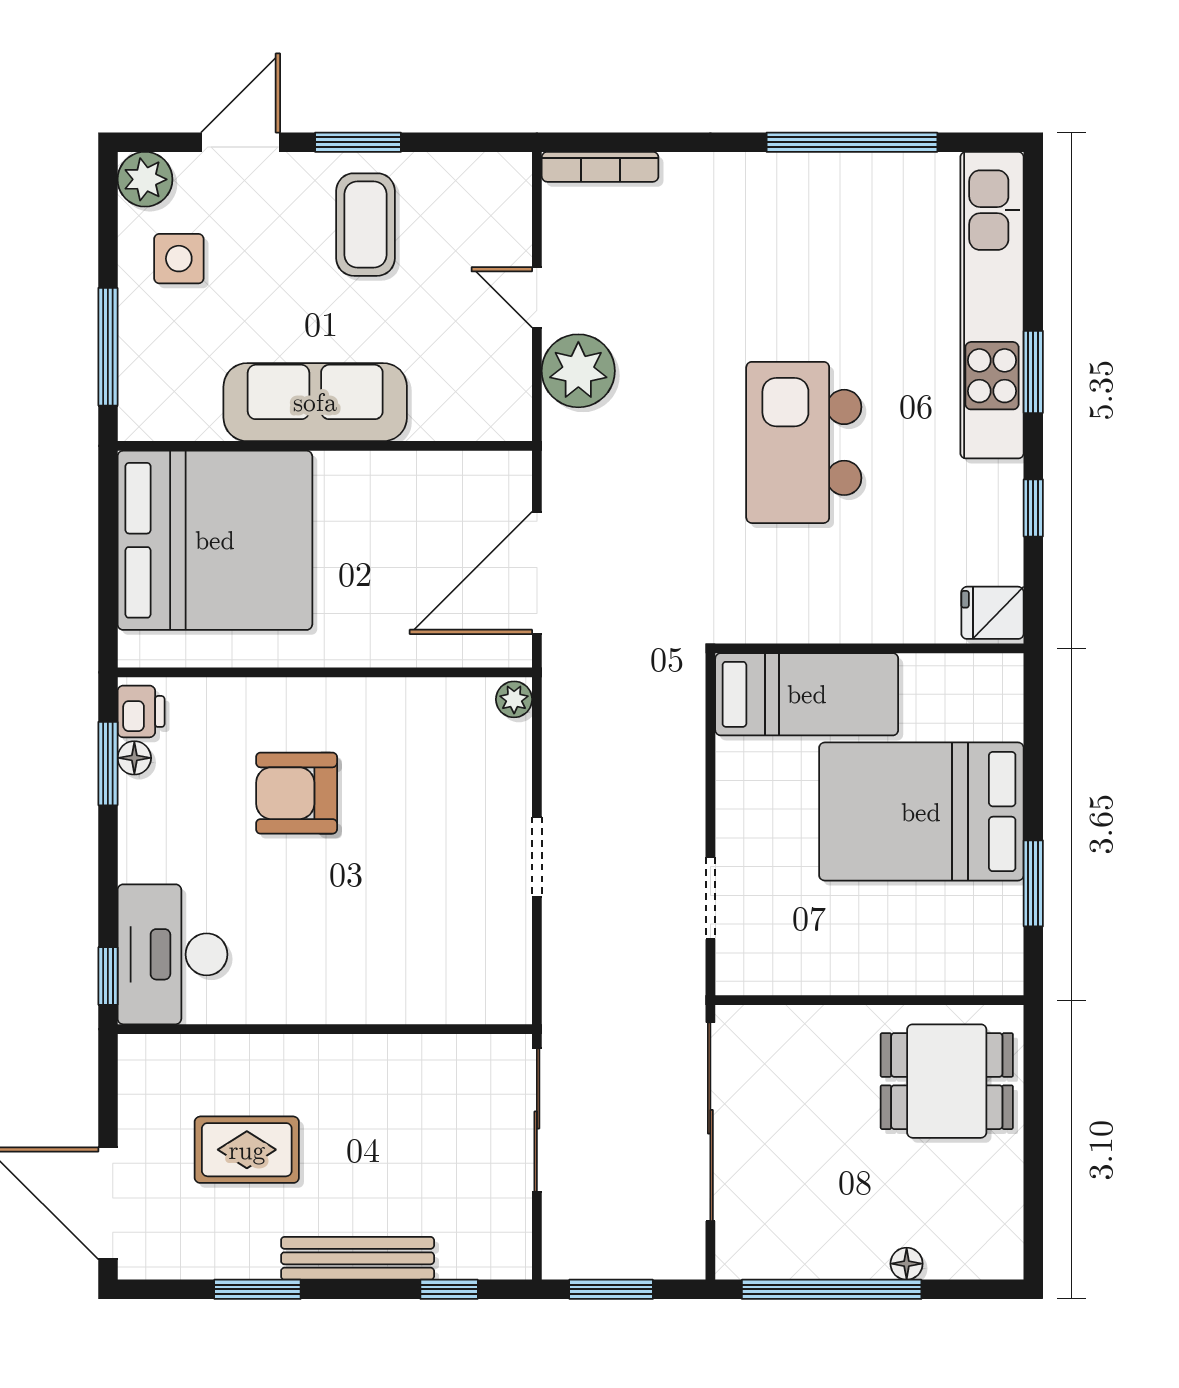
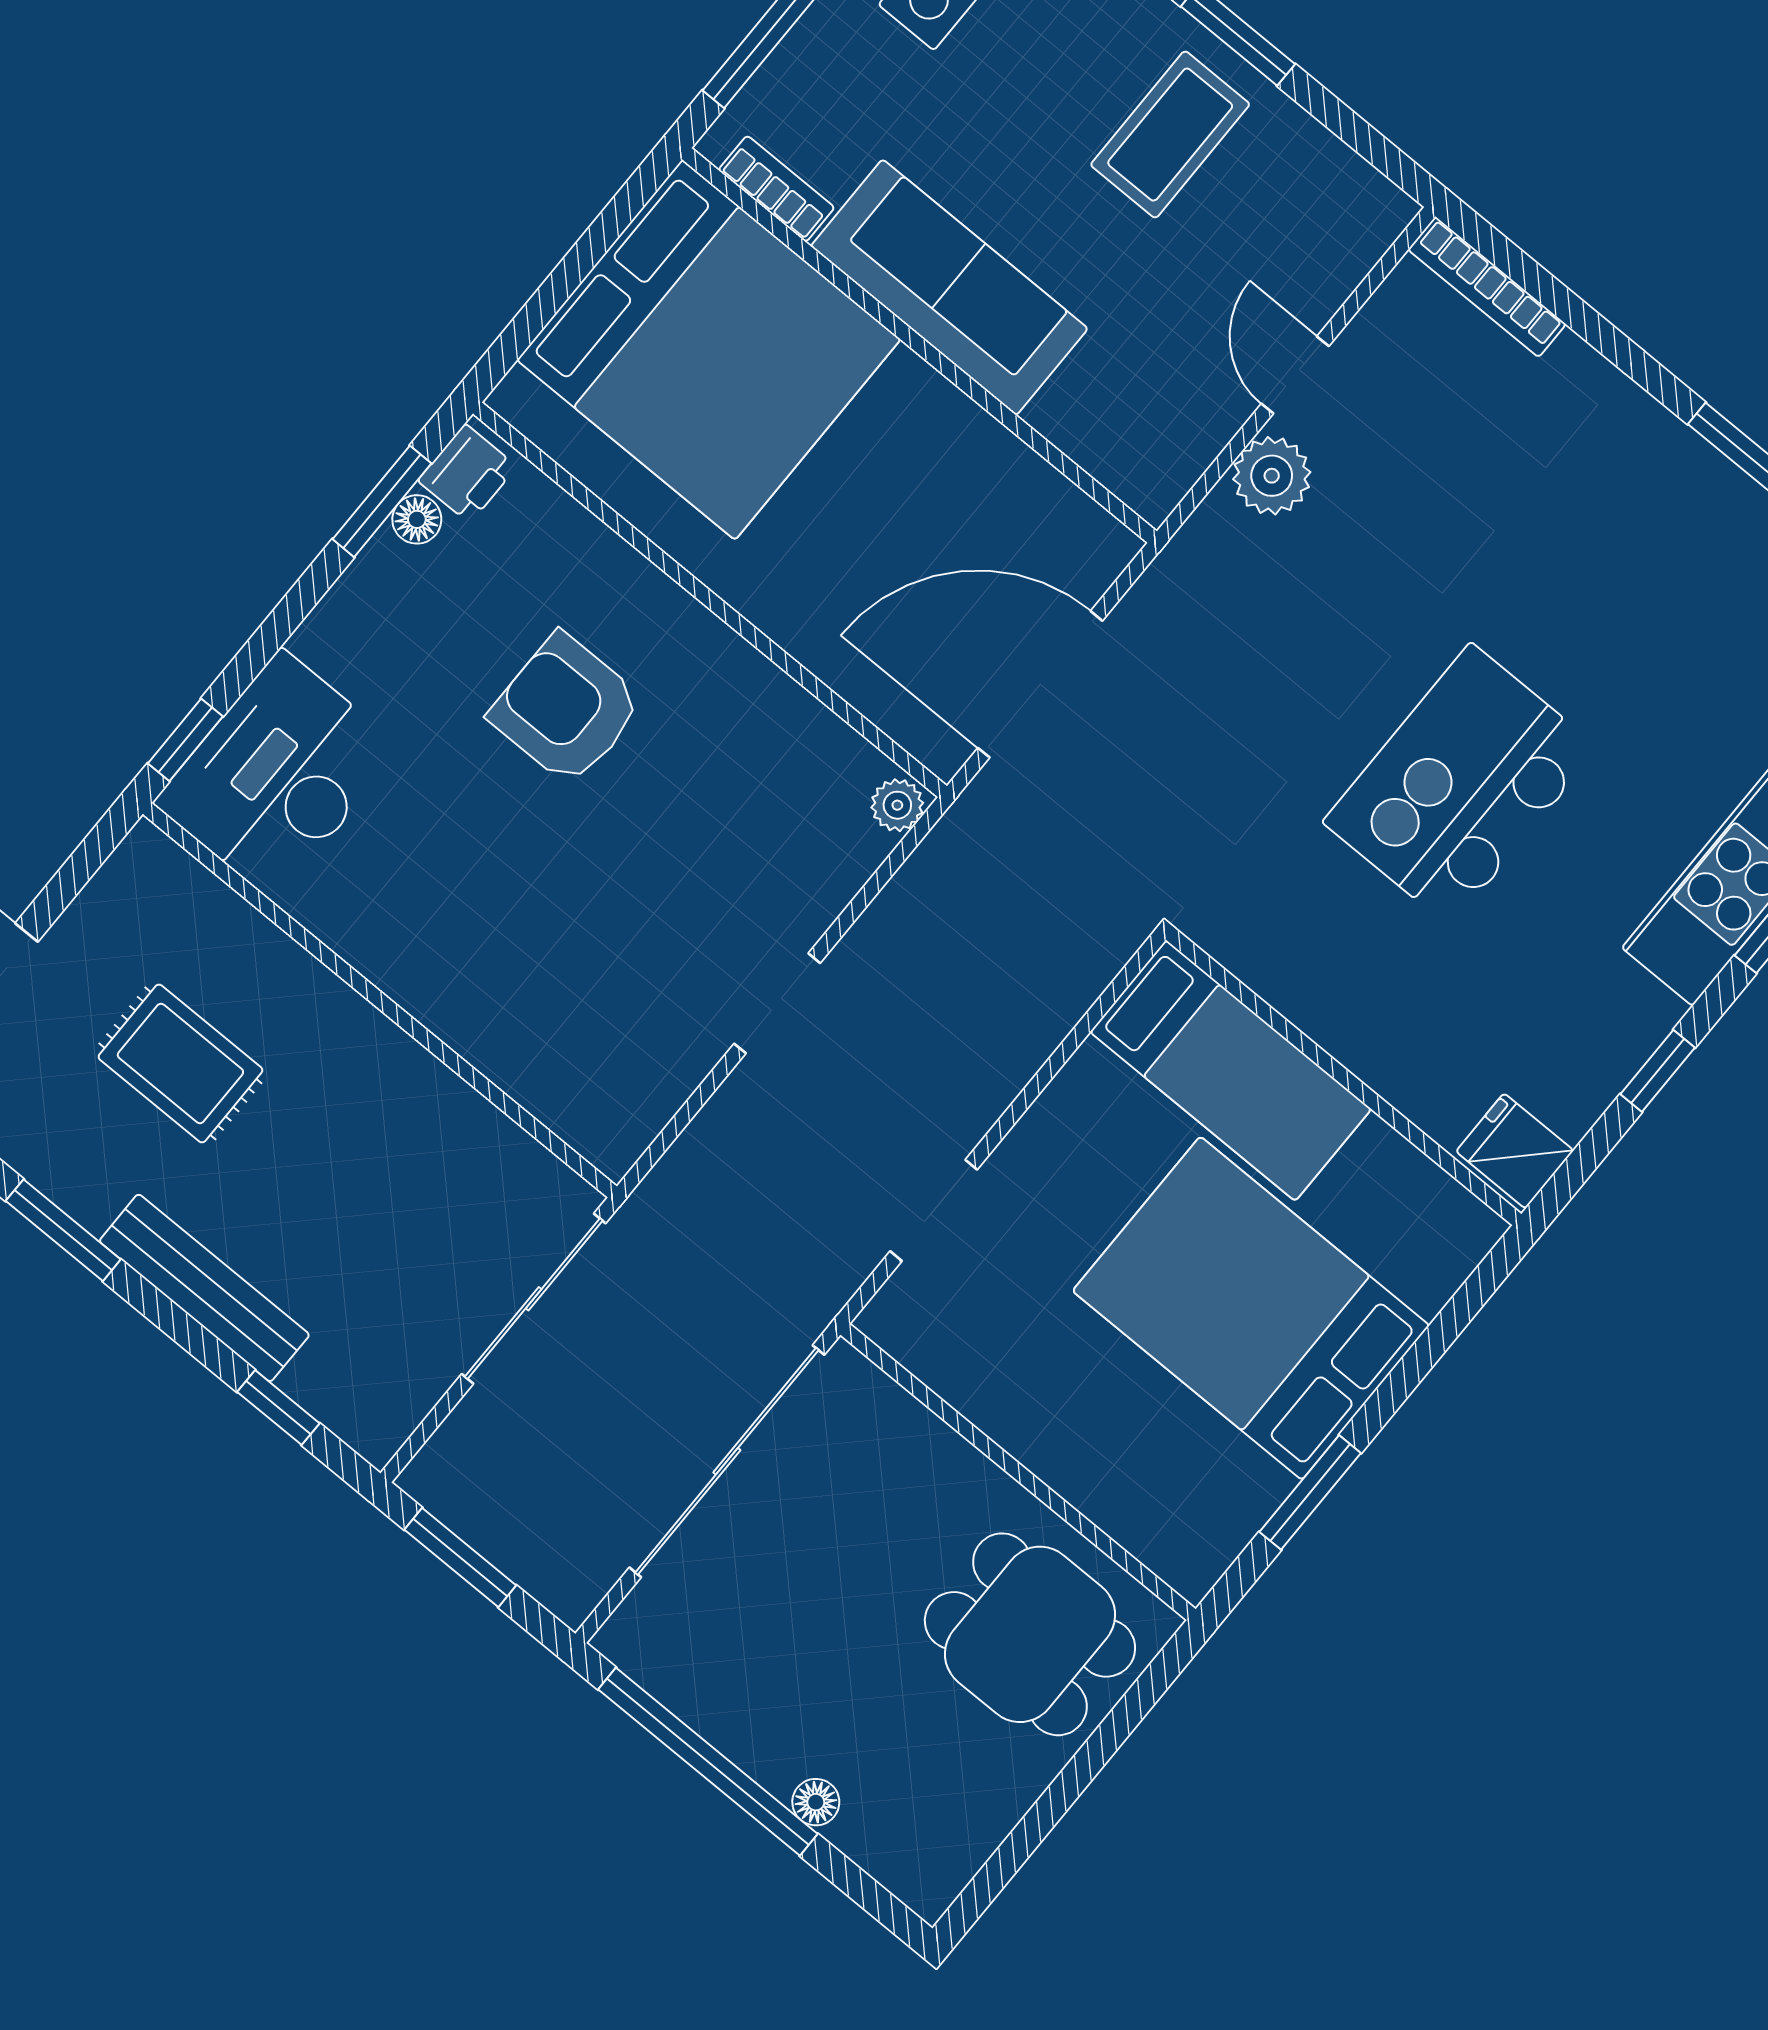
plant: (578, 371) -> (1272, 476), width x0.73, depth x0.73
bookcase: (180, 425) -> (776, 189), added

